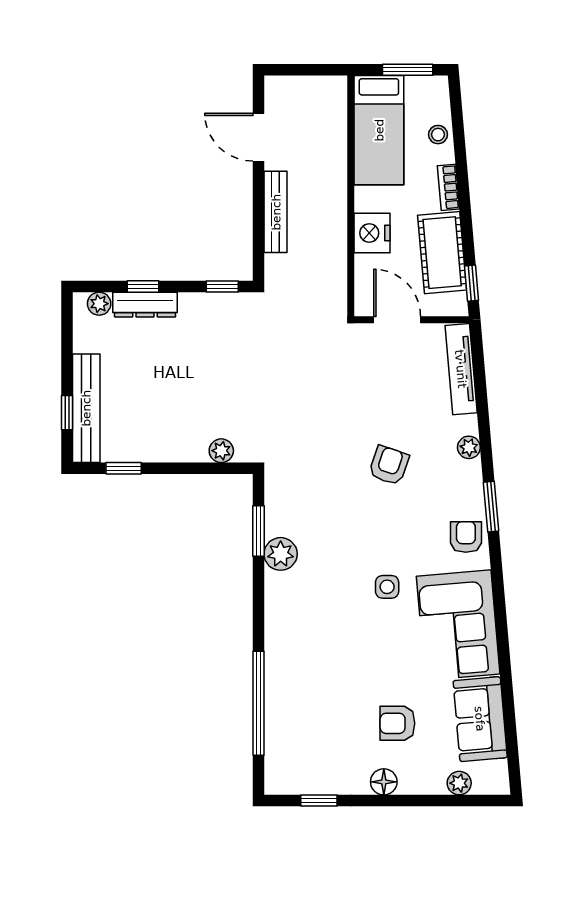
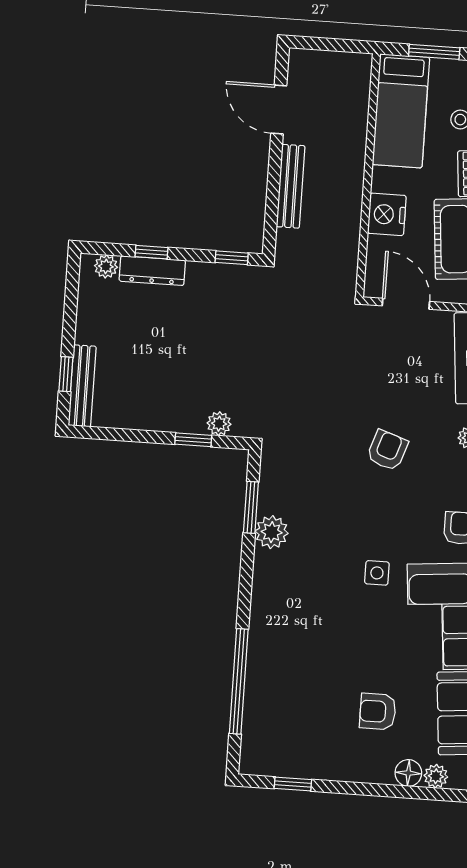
bench: (86, 408) -> (82, 386), width x0.73, depth x0.82
window: (124, 468) -> (193, 440), moved
floor lamp: (384, 782) -> (408, 773), moved

